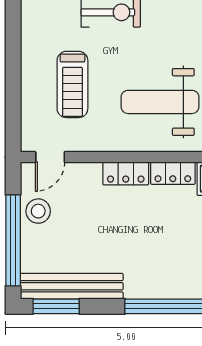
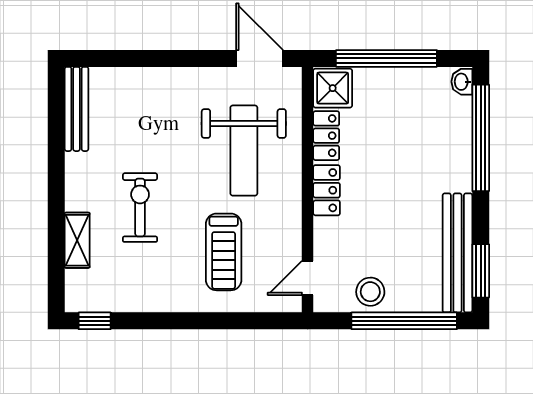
treadmill: (72, 84) -> (224, 252), turned 90
door: (50, 157) -> (308, 278), swing flipped

